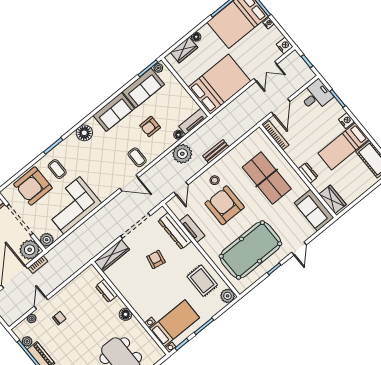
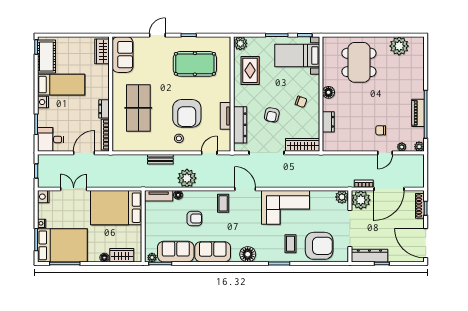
dresser: (308, 173) -> (104, 109), moved
corner sofa: (72, 205) -> (286, 207), moved
pool table: (250, 250) -> (195, 64), width x0.73, depth x0.76
chair: (141, 289) -> (301, 102), added
plant: (27, 341) -> (419, 147), moved

